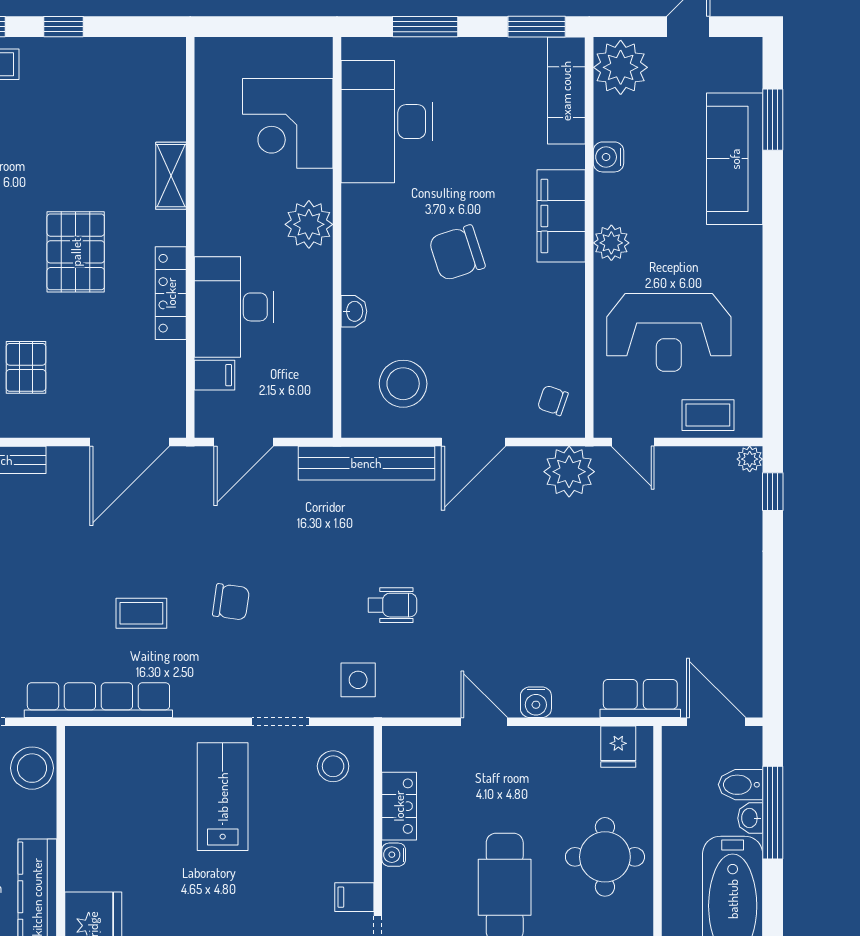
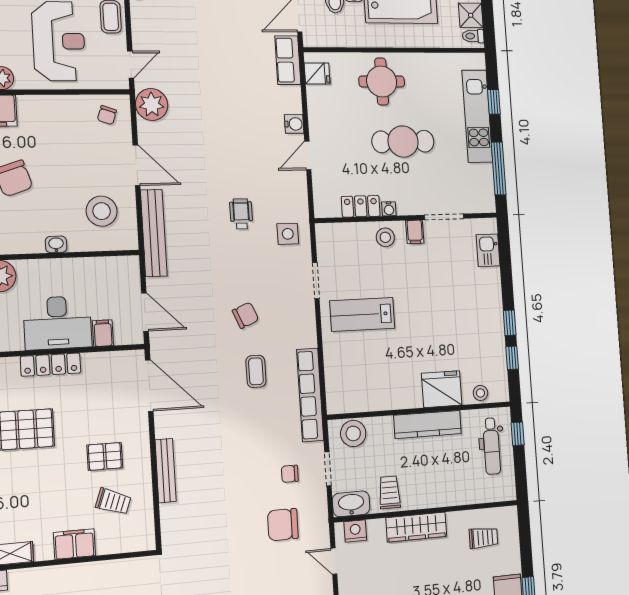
chair: (231, 602) -> (245, 315), turned 59
stool: (333, 766) -> (385, 237), moved

